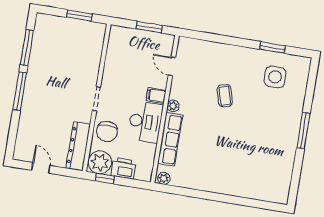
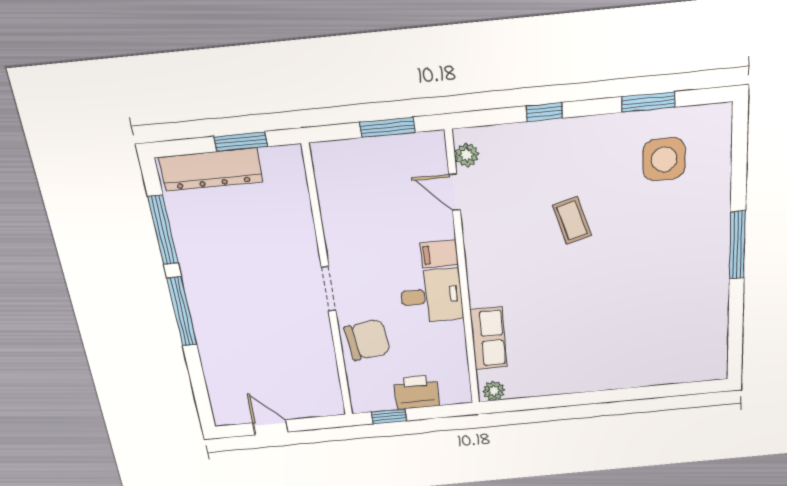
window: (223, 39) -> (544, 112), added
plant: (173, 106) -> (467, 155), moved
desk: (145, 122) -> (431, 296), width x0.73
chair: (107, 132) -> (367, 340), turned -98
row of seats: (170, 139) -> (489, 338), width x0.68
dresser: (78, 146) -> (211, 170), moved, turned -90
plant: (100, 162) -> (371, 393), removed

